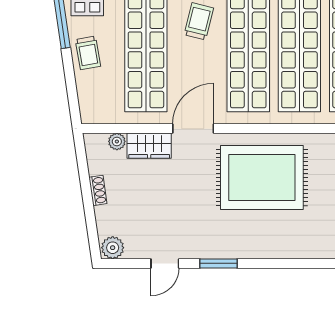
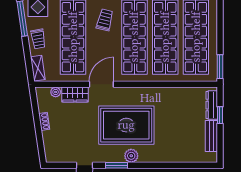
shelving: (87, 102) -> (38, 68), added
rug: (262, 178) -> (126, 125), moved
plant: (113, 248) -> (131, 156), moved

